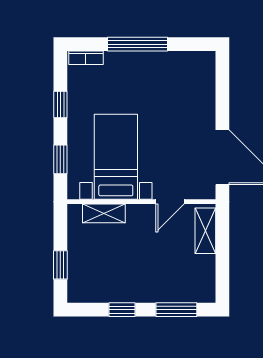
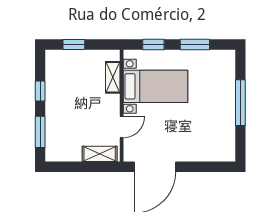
bookcase: (86, 58) -> (230, 64), removed
window: (60, 105) -> (195, 44), width x1.50
door: (170, 202) -> (122, 127), swing flipped

